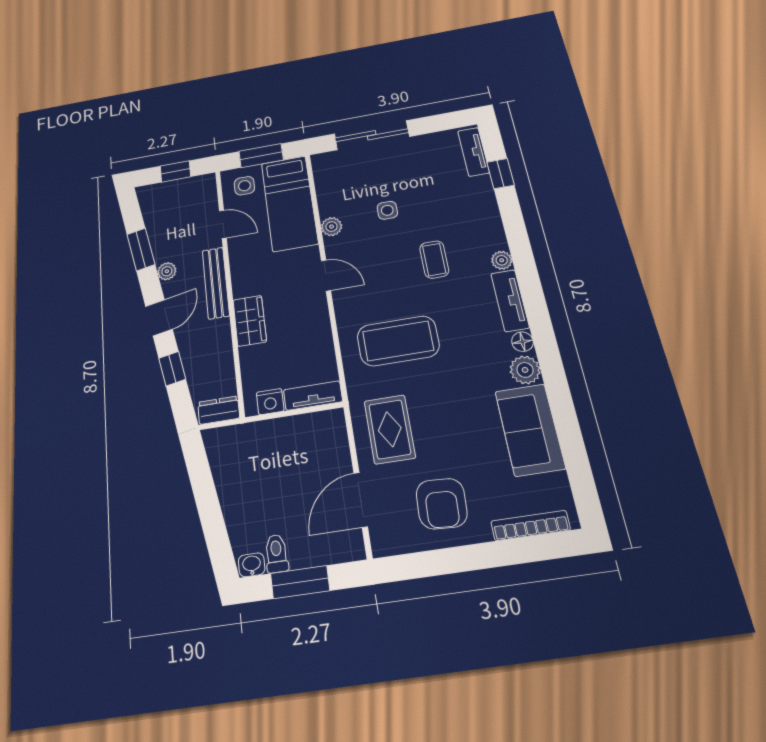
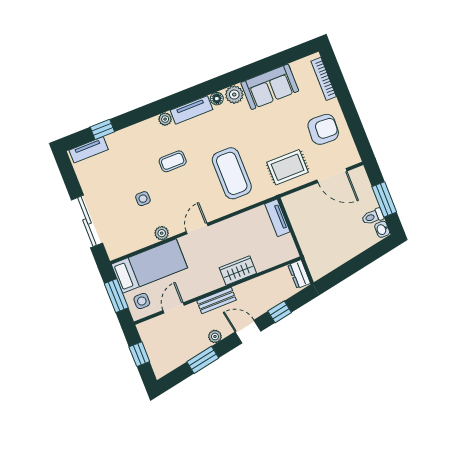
bench: (216, 283) -> (217, 300), width x0.73
nightstand: (270, 402) -> (287, 243), removed

